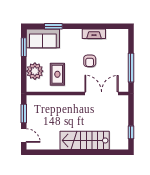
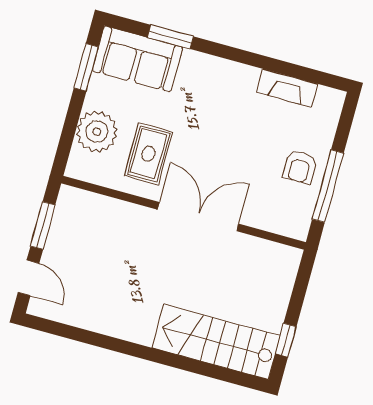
fireplace: (94, 34) -> (287, 88), moved
armchair: (90, 61) -> (300, 167), moved
double door: (102, 93) -> (198, 217), moved
stairs: (85, 140) -> (216, 342), moved

